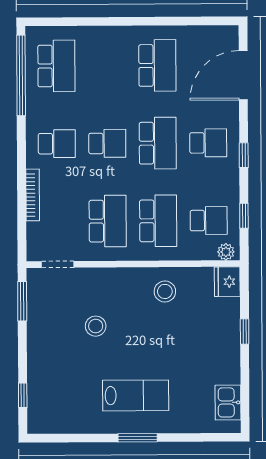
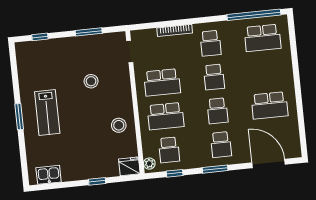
school desk: (158, 143) -> (218, 111), width x0.54
window: (244, 155) -> (215, 169), width x1.50
window: (22, 301) -> (89, 32), moved

